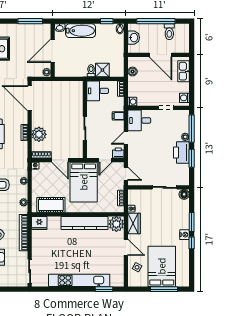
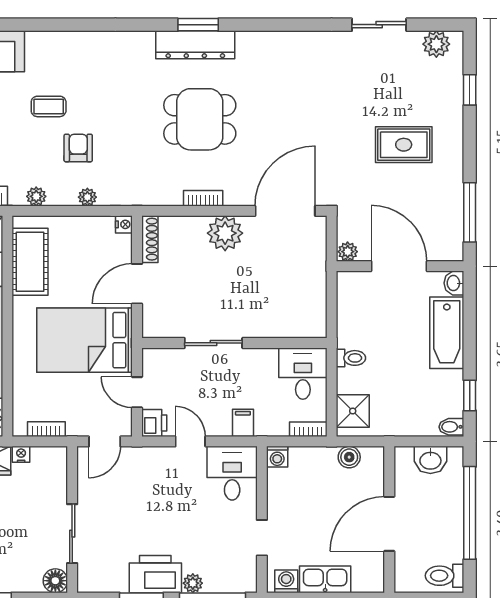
toilet: (169, 32) -> (445, 576), moved
shower: (102, 70) -> (353, 411), moved
kitchen sink: (184, 71) -> (325, 579), moved
plant: (39, 134) -> (225, 233), moved

